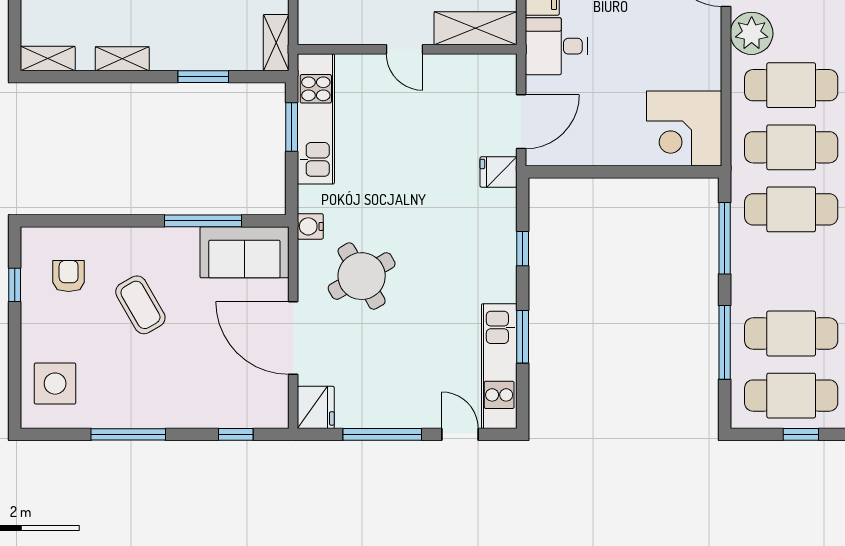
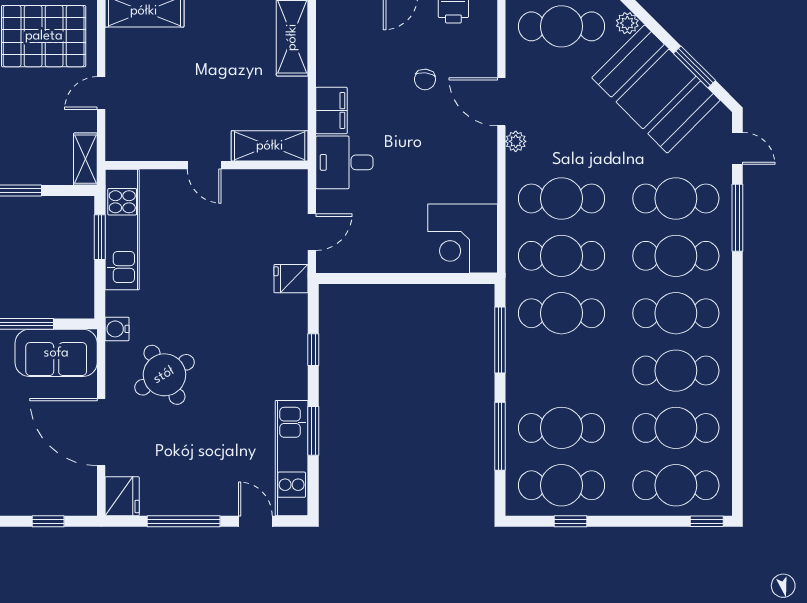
plant: (752, 33) -> (516, 141), width x0.53, depth x0.53
door: (521, 122) -> (312, 232), width x0.73

